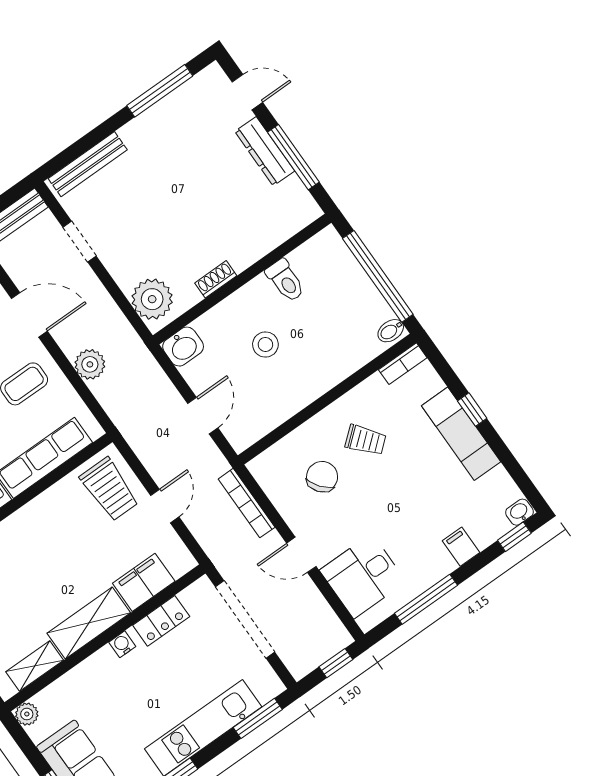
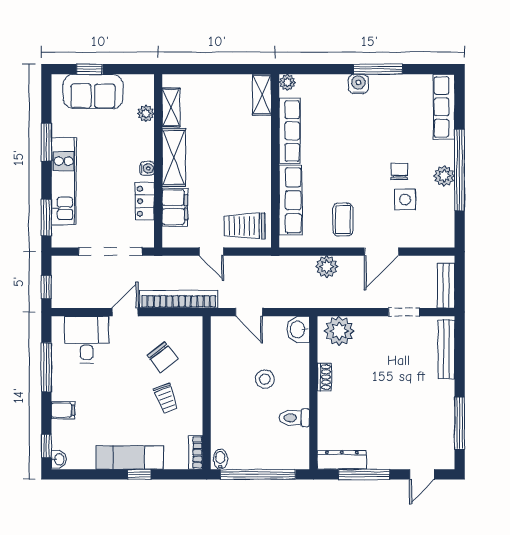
dresser: (265, 151) -> (342, 460), moved
trolley: (366, 440) -> (166, 398), turned -70
bookcase: (247, 503) -> (179, 299), width x1.48, depth x1.31
plant: (27, 714) -> (146, 113), moved

